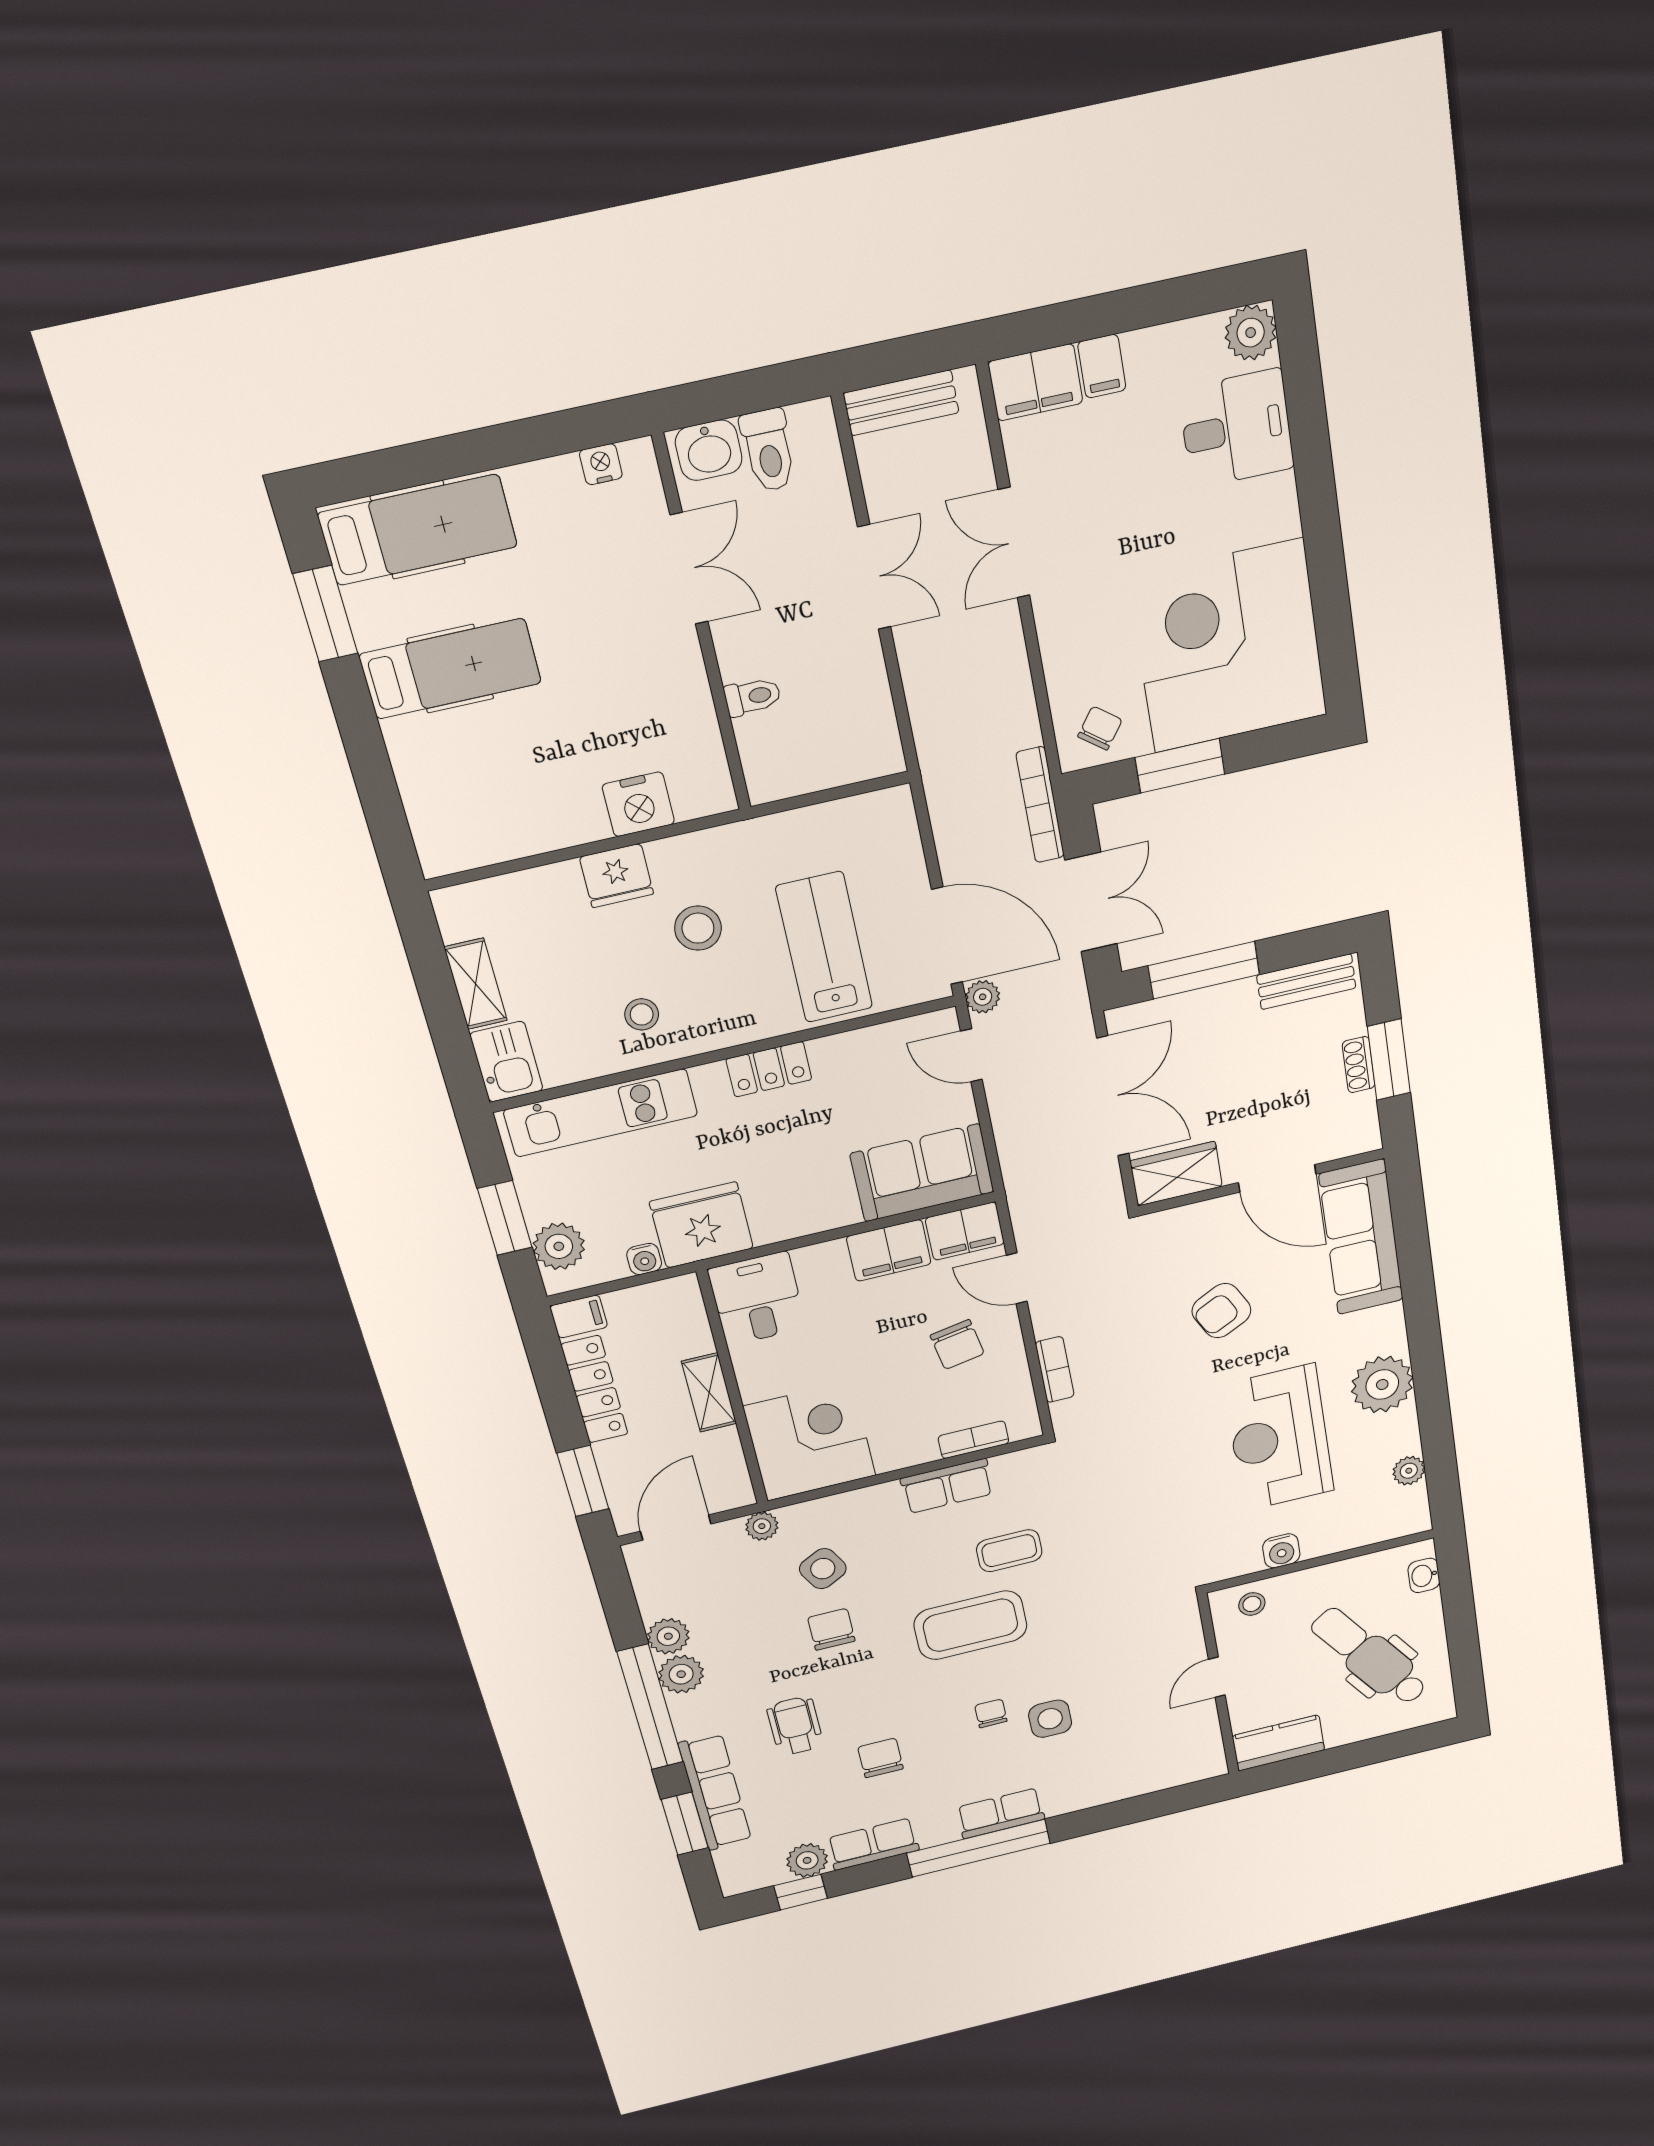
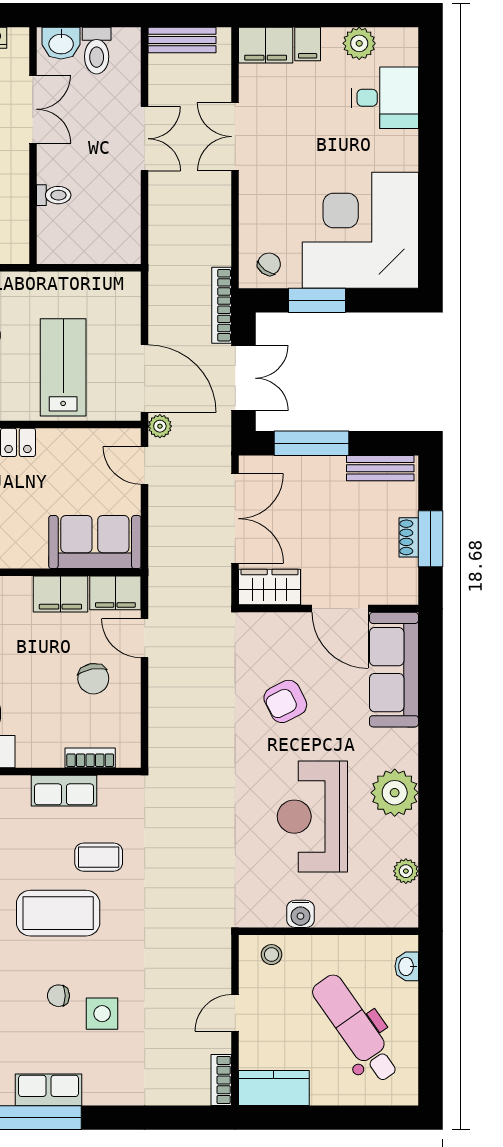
plant: (1251, 333) -> (359, 43), moved
bookcase: (1055, 1369) -> (221, 1080), moved, turned 180
chair: (991, 1713) -> (58, 996), turned -90

